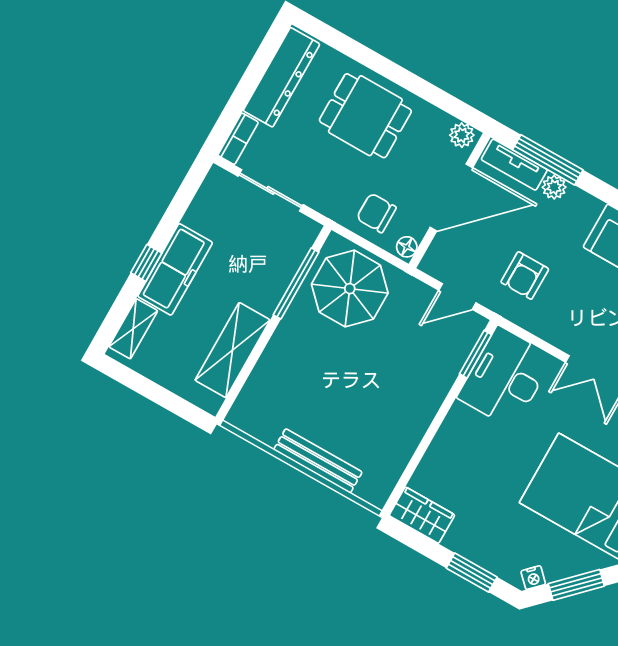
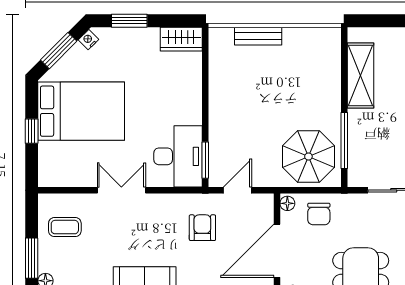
chair: (376, 213) -> (319, 214), turned 90
bench: (318, 461) -> (258, 36), width x0.73

